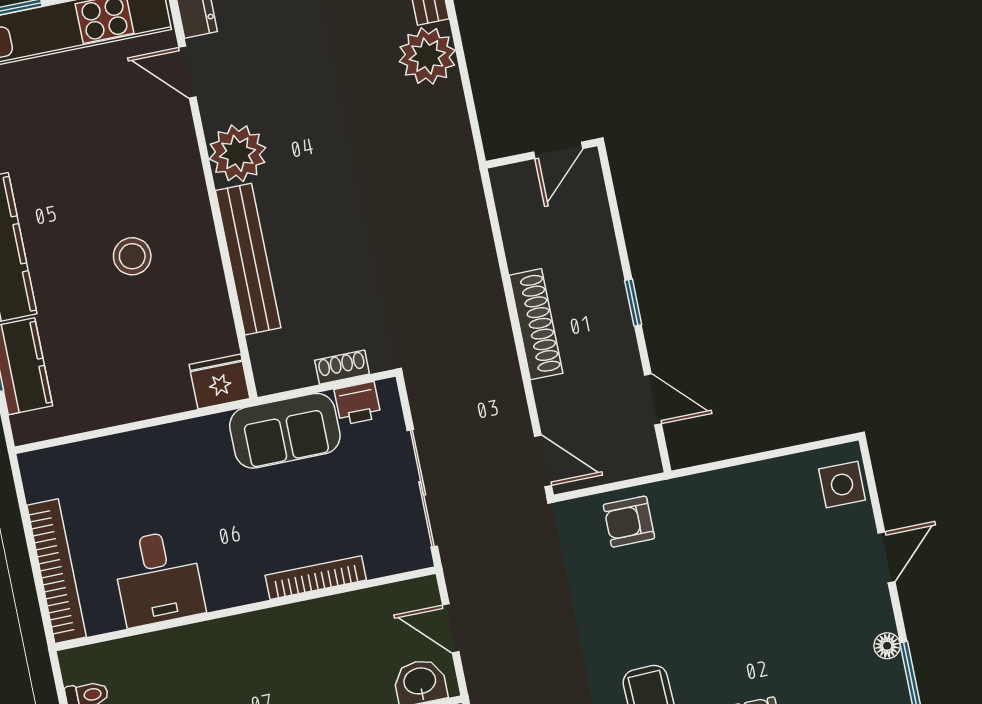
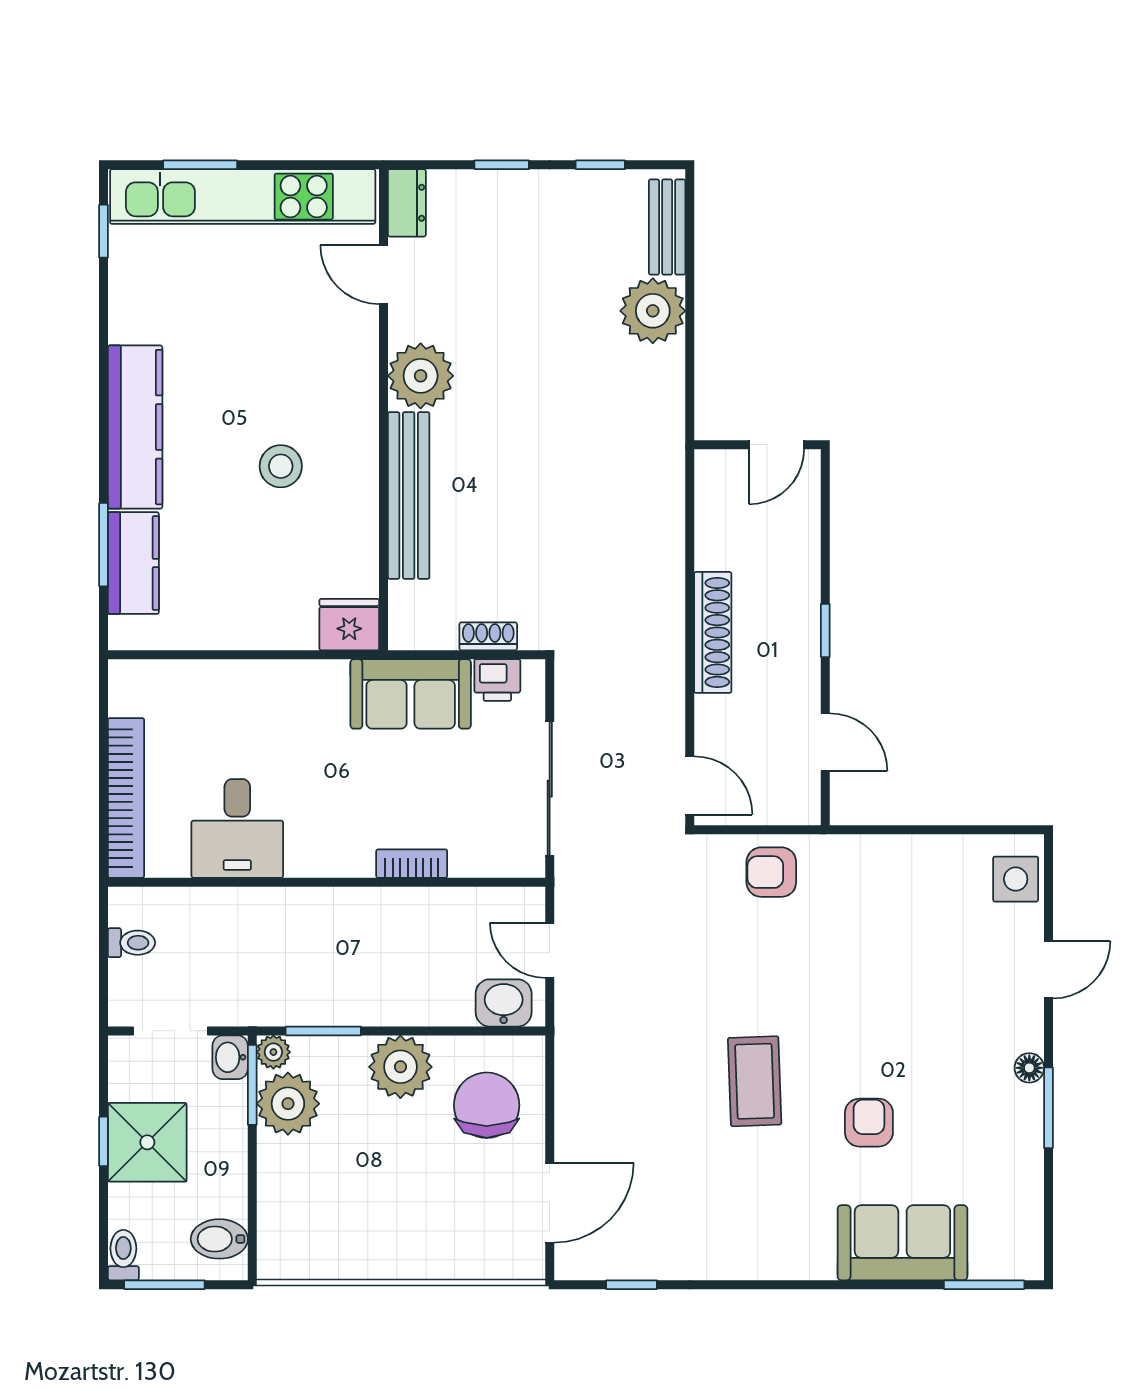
bookcase: (316, 578) -> (412, 864), width x0.64

